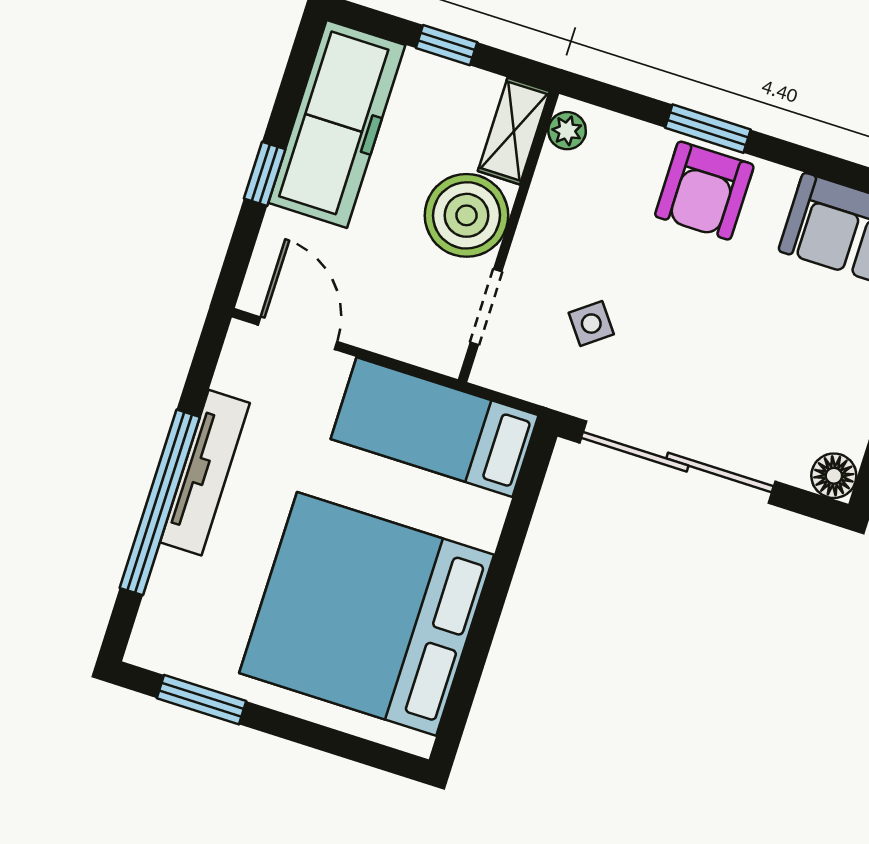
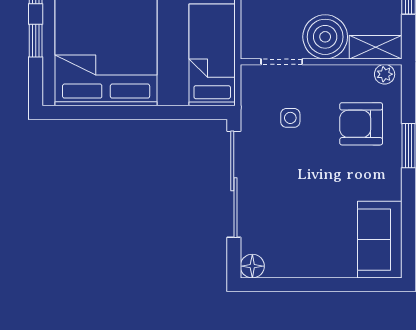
armchair: (704, 191) -> (361, 124), moved
side table: (591, 324) -> (290, 118), turned 37
window: (309, 734) -> (36, 41), added

